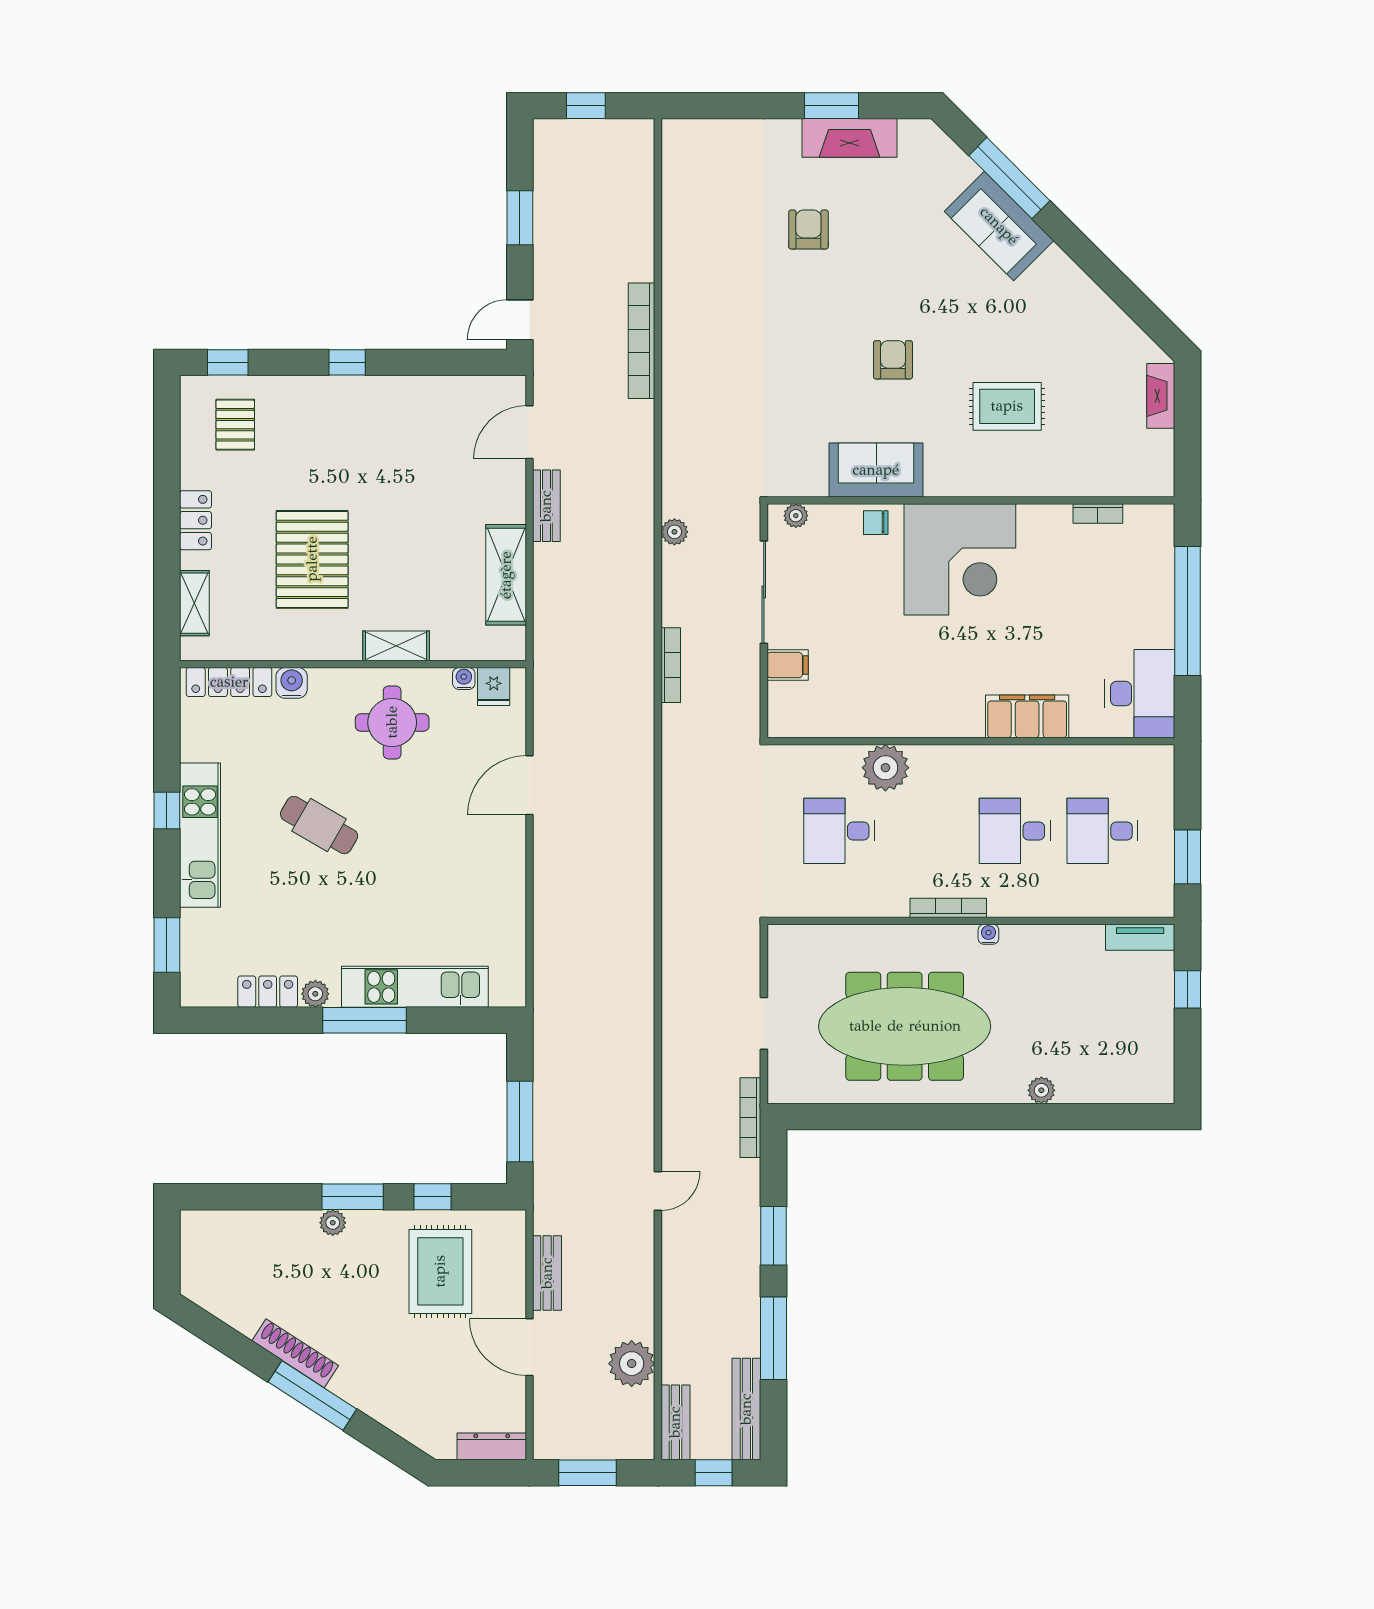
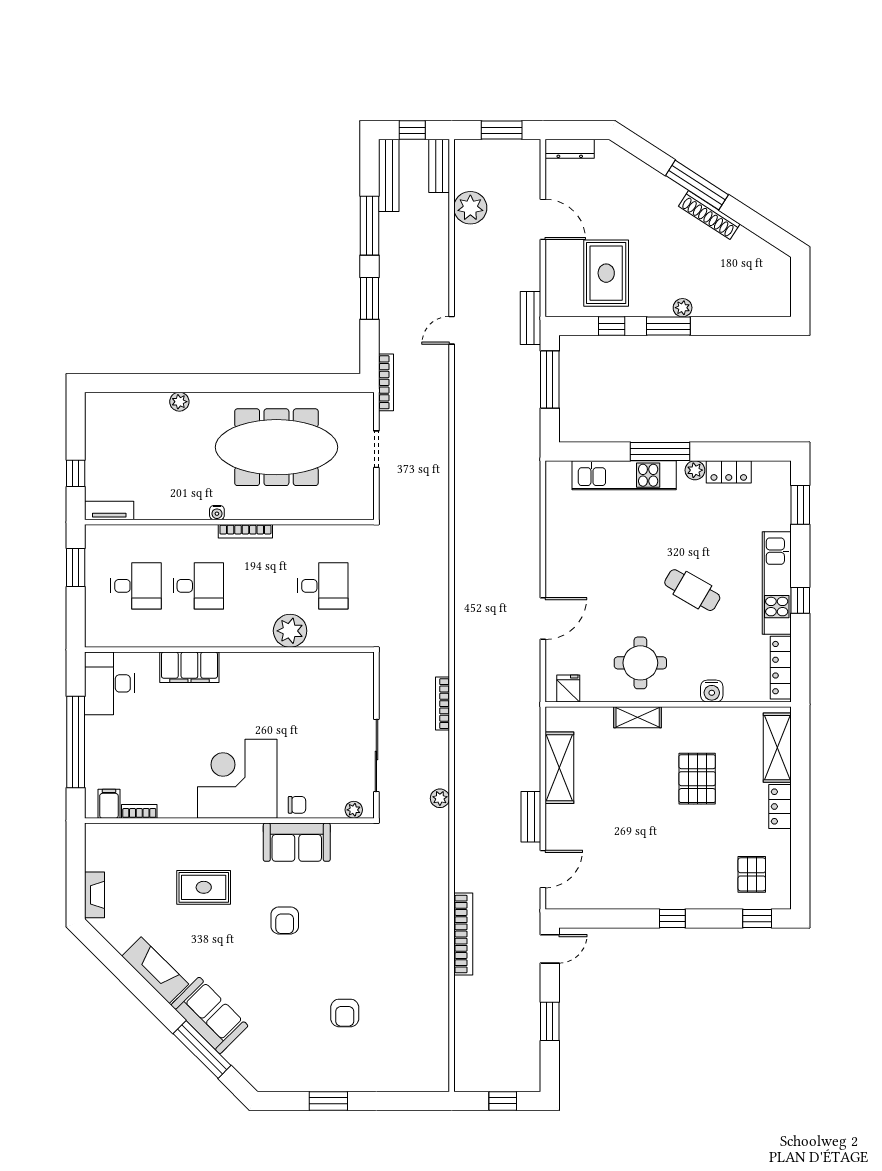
fireplace: (850, 138) -> (155, 970), moved, turned 45
pallet: (312, 559) -> (697, 779), width x0.73, depth x0.71
shelving: (194, 603) -> (777, 748), width x1.50, depth x1.33
filing cabinet: (788, 665) -> (109, 804), moved, turned 90
water cooler: (464, 678) -> (589, 694), removed
locker: (229, 682) -> (781, 668), moved, turned -90
bench: (547, 1273) -> (530, 318), moved

